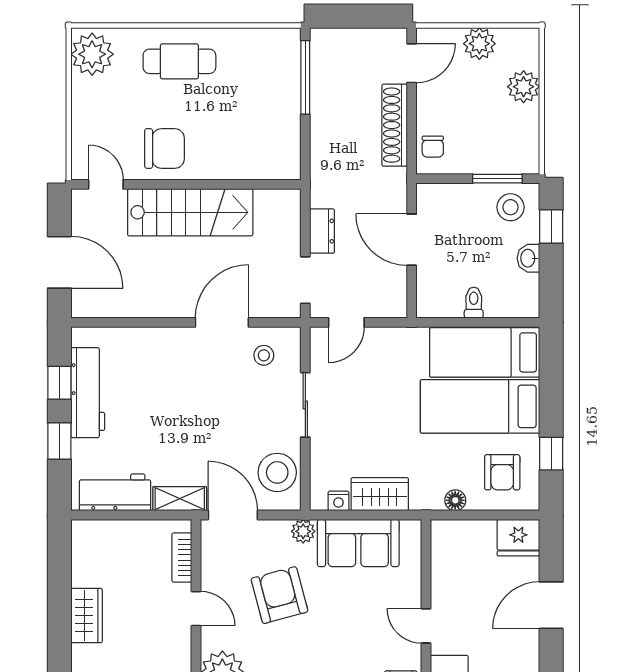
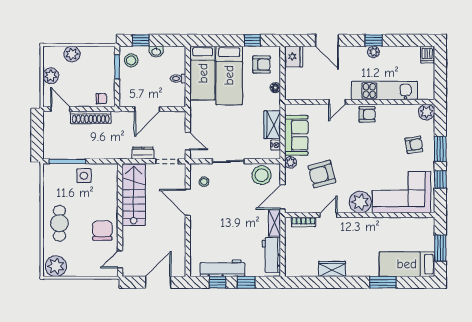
side table: (276, 111) -> (84, 176), added
stairs: (190, 212) -> (134, 195), moved

